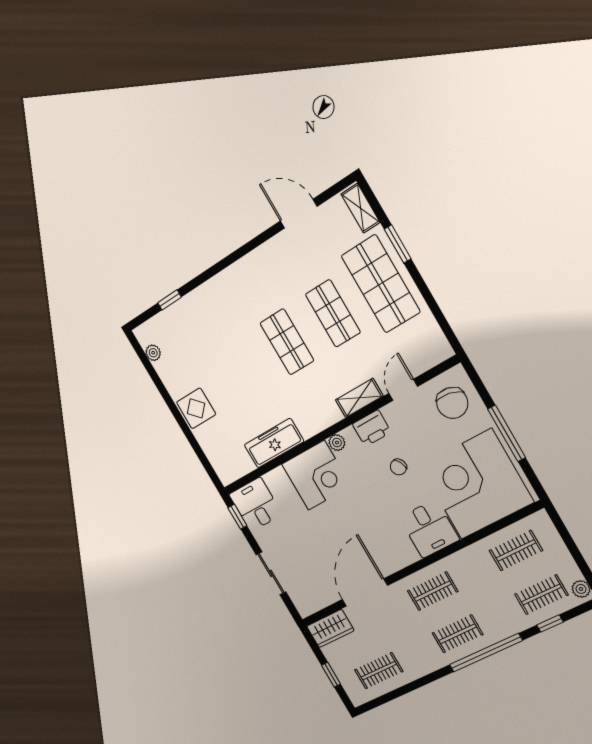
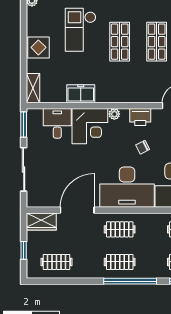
checkout: (231, 355) -> (81, 30), added
shelving: (359, 398) -> (33, 88), moved, turned 90
freezer: (274, 443) -> (81, 94), width x0.71
desk: (256, 504) -> (57, 123), moved
window: (237, 517) -> (24, 125), width x1.50
desk: (429, 529) -> (127, 187), width x1.87, depth x1.30
sliding door: (271, 573) -> (24, 169), width x1.37

